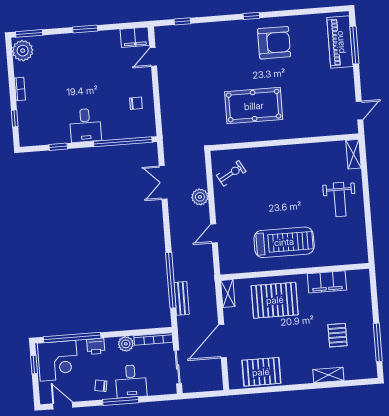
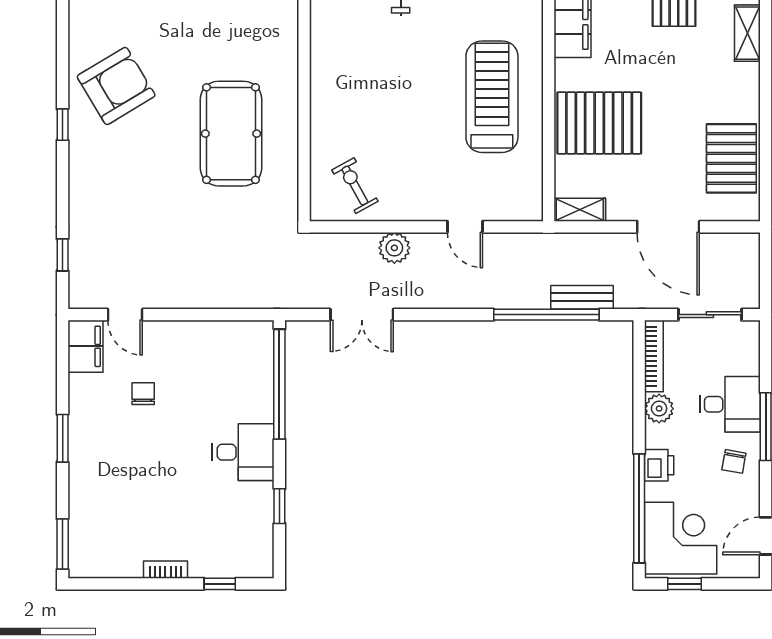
armchair: (274, 43) -> (116, 86), turned 59
plant: (23, 51) -> (94, 559), removed
chair: (136, 103) -> (143, 394), moved
pallet: (275, 300) -> (599, 123), turned 90

